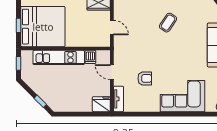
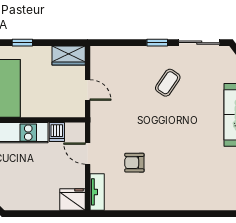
armchair: (145, 78) -> (134, 163), turned 180
corner sofa: (183, 96) -> (189, 188), removed

